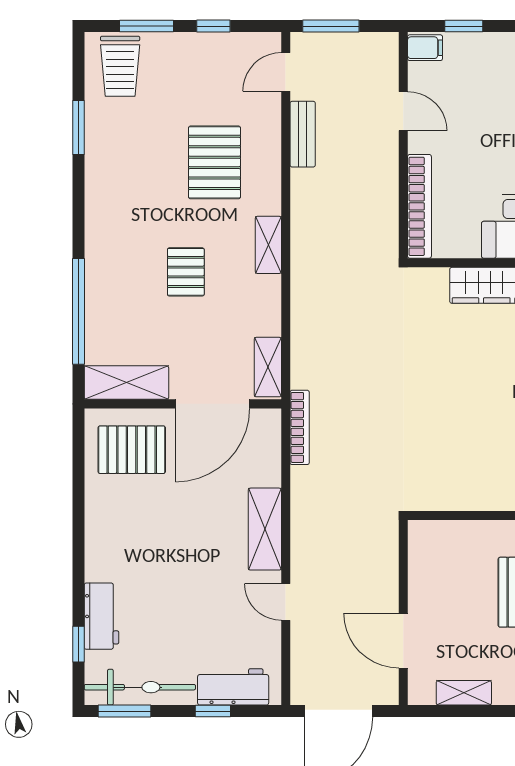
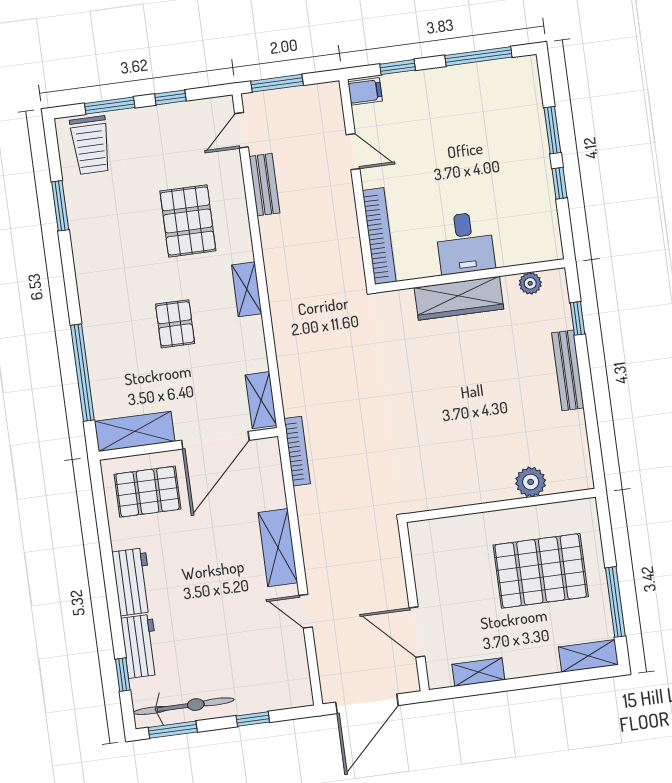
workbench: (233, 687) -> (133, 582), moved, turned 90

